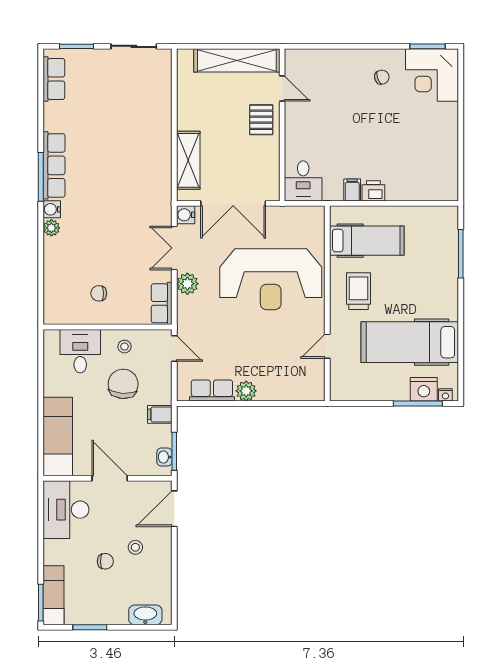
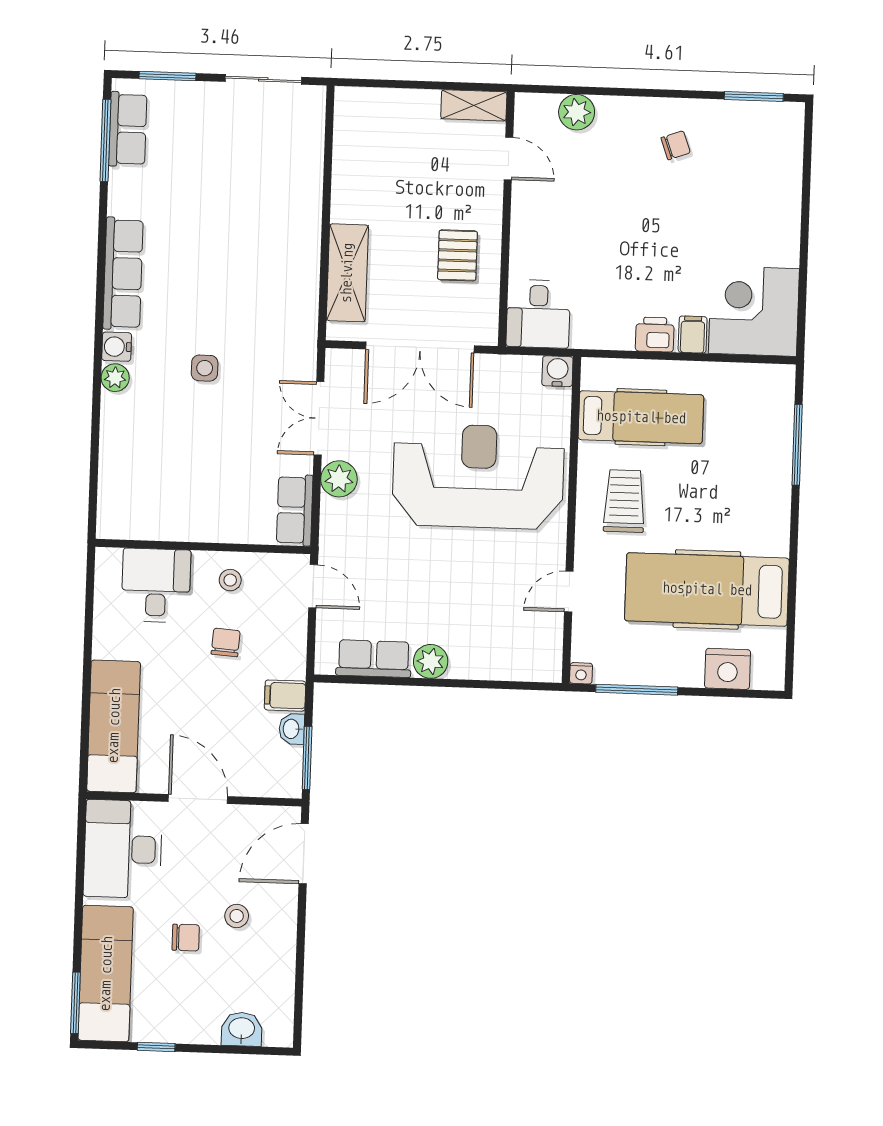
plant: (322, 59) -> (577, 112), added
shelving: (237, 60) -> (474, 105), width x0.45, depth x0.75
corner desk: (432, 75) -> (754, 311), moved, turned 90
pallet: (261, 120) -> (457, 255), moved
window: (41, 177) -> (105, 141), moved
filing cabinet: (352, 190) -> (693, 335), moved
water cooler: (186, 215) -> (557, 371), moved, turned 90
side table: (105, 220) -> (205, 368), added
reception desk: (271, 279) -> (478, 476), turned 180
chair: (99, 293) -> (190, 490), removed
chair: (123, 384) -> (226, 642), width x0.54, depth x0.54
nightstand: (445, 395) -> (581, 673), moved
window: (418, 404) -> (637, 690), moved
washbasin: (164, 457) -> (292, 729), moved
exam couch: (53, 595) -> (106, 974), width x1.36, depth x1.45
washbasin: (145, 615) -> (242, 1029), width x0.72
window: (90, 627) -> (156, 1047), width x0.67

